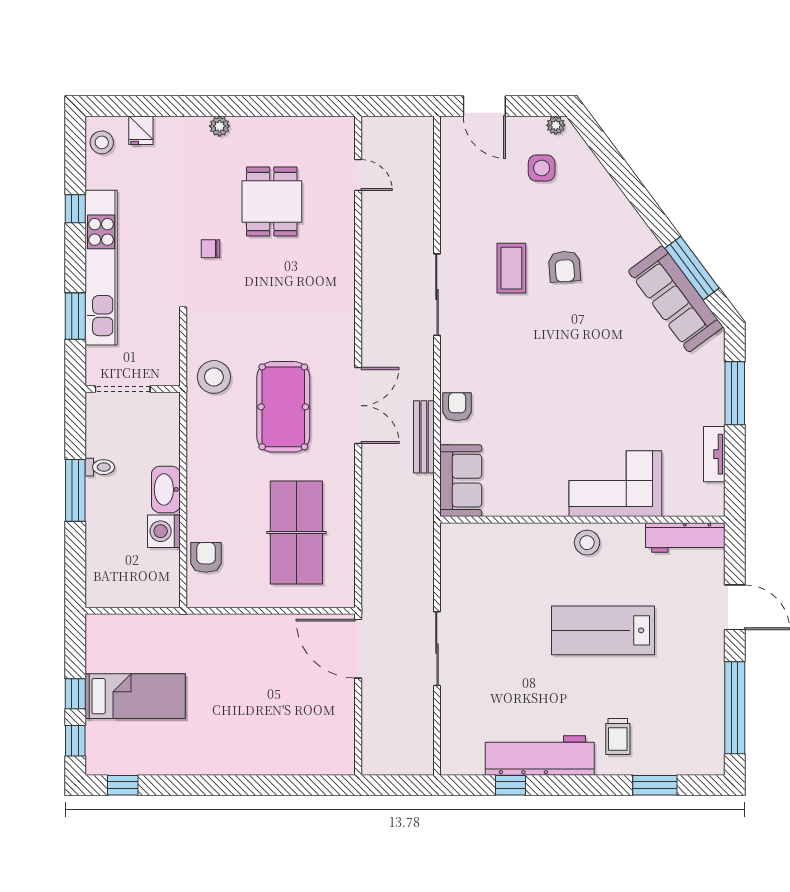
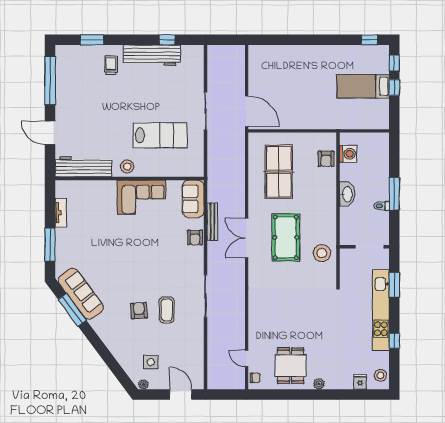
dining table: (272, 202) -> (291, 366), moved
chair: (211, 249) -> (255, 378), moved
corner sofa: (615, 484) -> (141, 197), moved
washing machine: (164, 531) -> (348, 154), moved
workbench: (685, 537) -> (83, 167), width x1.36, depth x1.32
lab bench: (603, 630) -> (160, 135), moved

